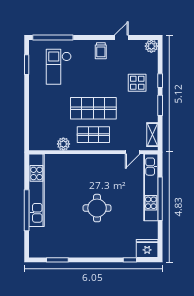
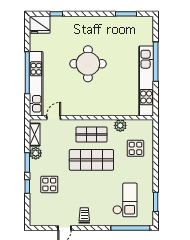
plant: (151, 46) -> (36, 153), moved
display table: (48, 120) -> (135, 148), added
round table: (97, 208) -> (88, 64), width x1.36, depth x1.36

